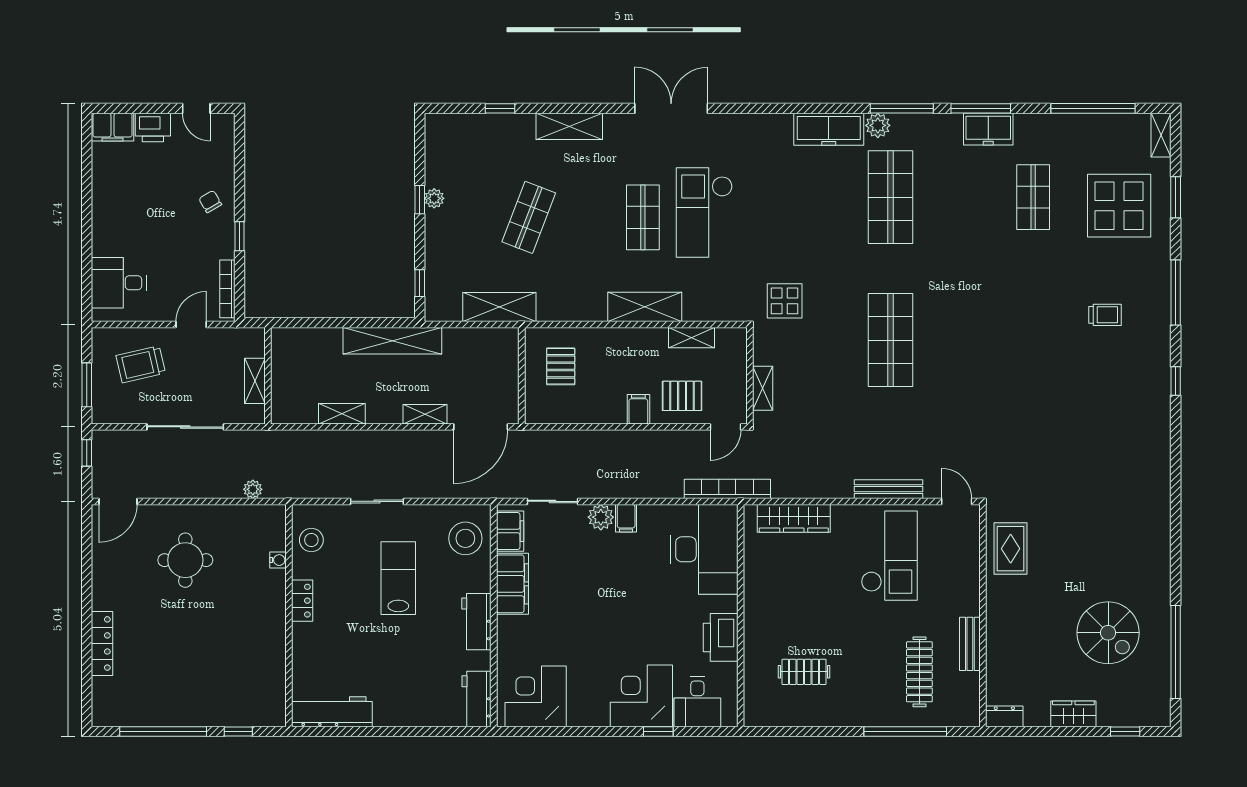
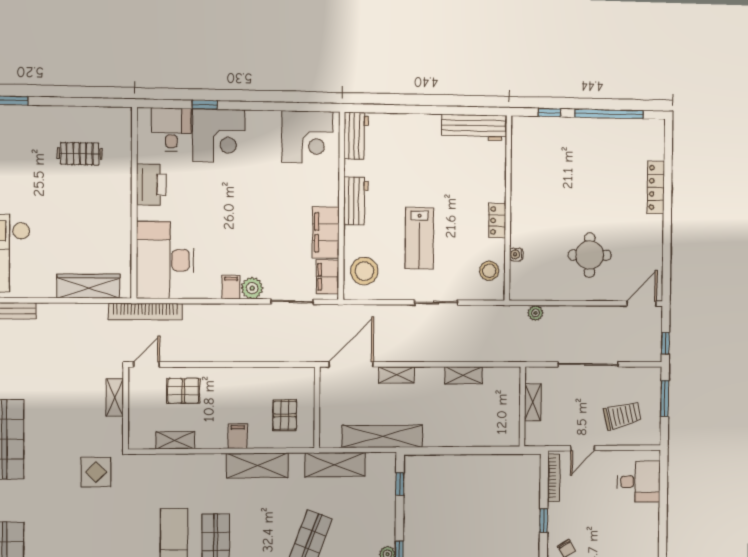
shelving: (645, 307) -> (257, 465), moved
shelving: (392, 341) -> (382, 436), moved
filing cabinet: (638, 409) -> (238, 436), moved, turned 180

